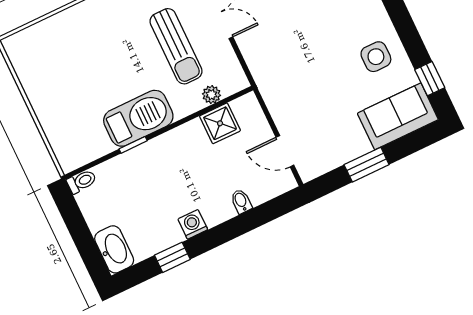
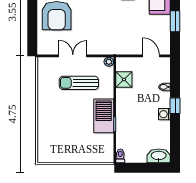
sun lounger: (176, 46) -> (79, 83), turned 180
plant: (212, 95) -> (109, 62), moved
door: (285, 151) -> (151, 56), swing flipped
window: (172, 257) -> (175, 106), moved

